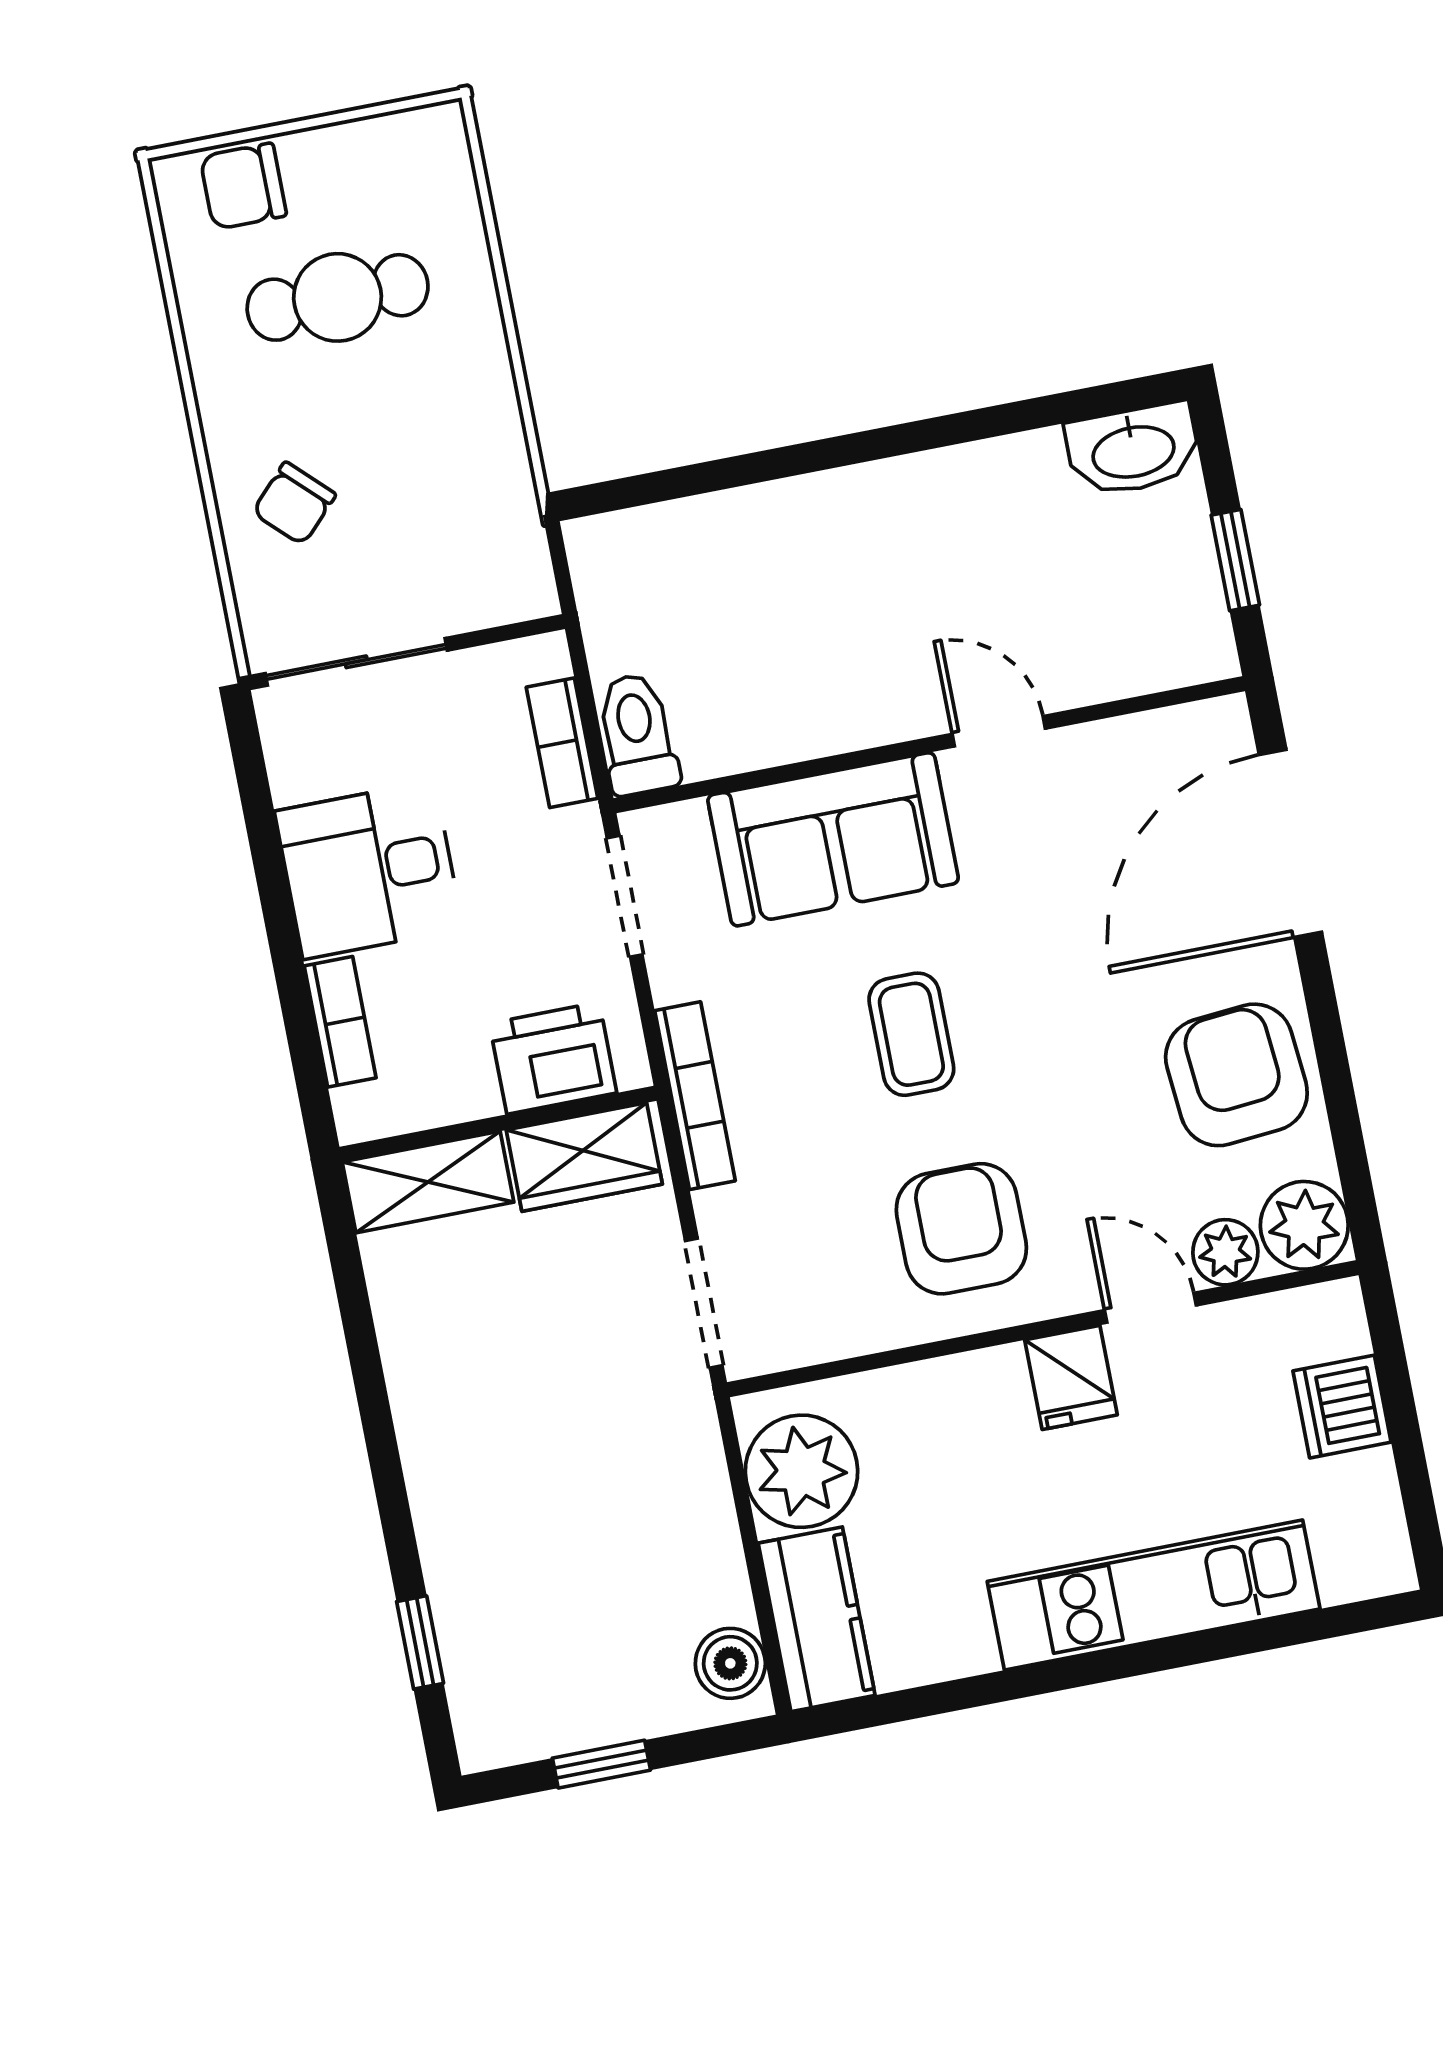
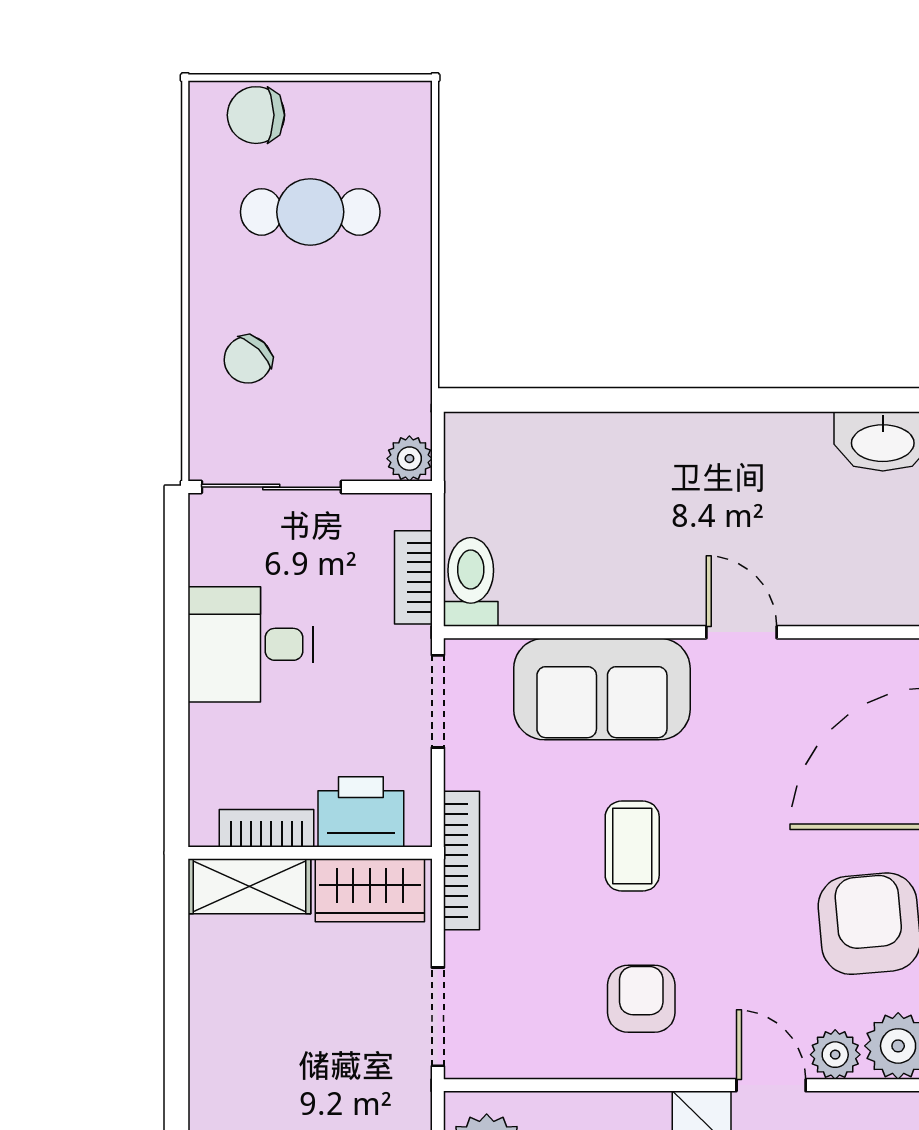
plant: (527, 591) -> (409, 459), added
bookcase: (340, 1022) -> (266, 828), moved, turned -90
armchair: (961, 1229) -> (641, 999), width x0.72, depth x0.72

